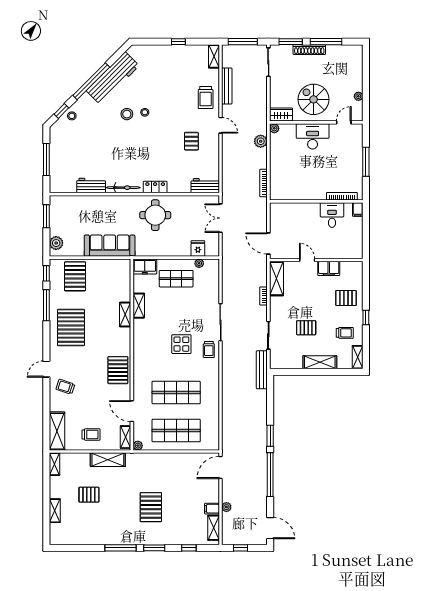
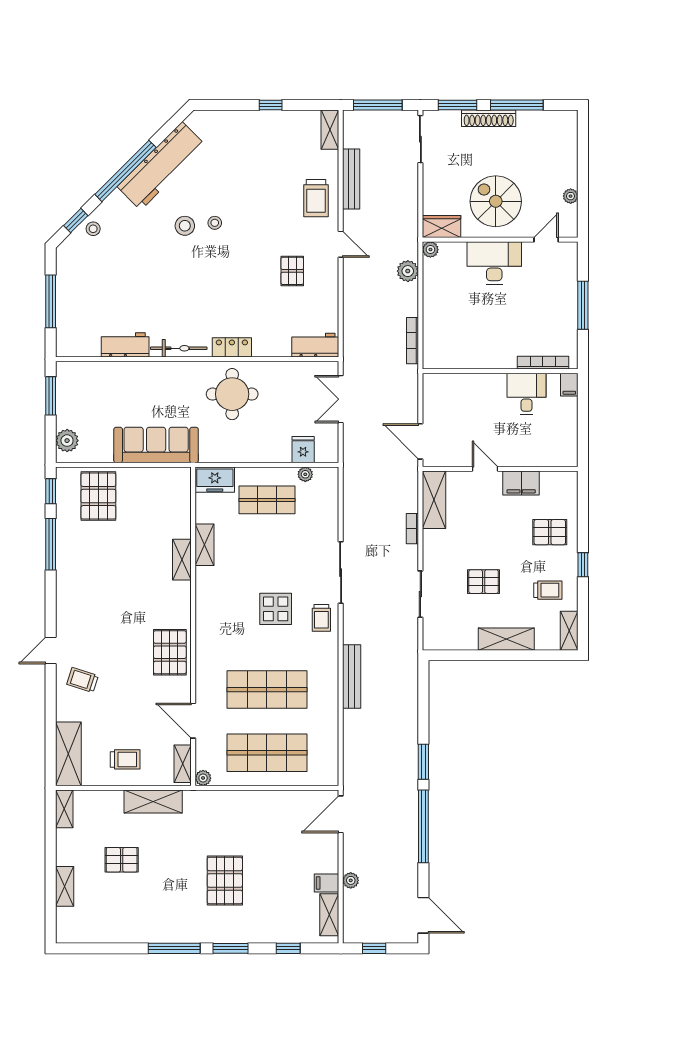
pallet: (71, 327) -> (92, 581), removed
bench: (262, 370) -> (352, 677), moved

